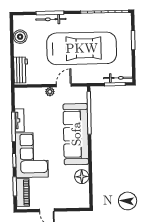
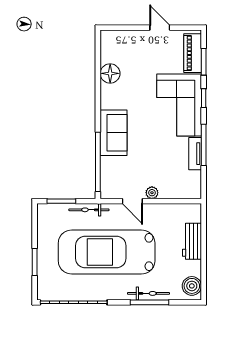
boiler: (20, 37) -> (192, 286), moved
workbench: (21, 70) -> (192, 241), moved
bicycle: (118, 78) -> (89, 210), moved
door: (64, 85) -> (132, 201), hinge flipped
sofa: (76, 134) -> (113, 133), width x0.54, depth x0.79

